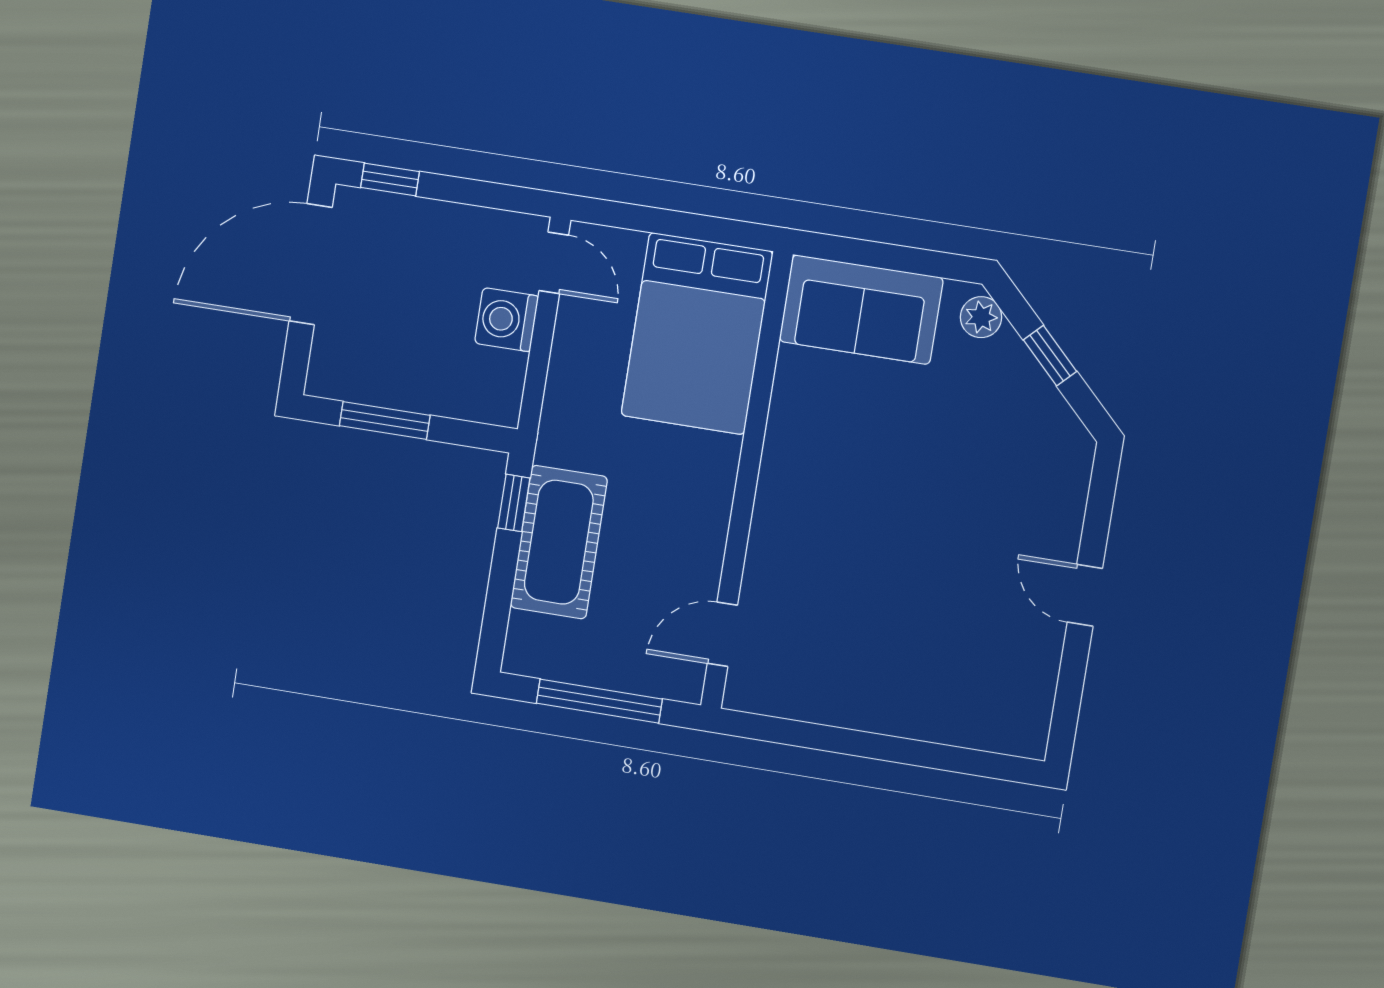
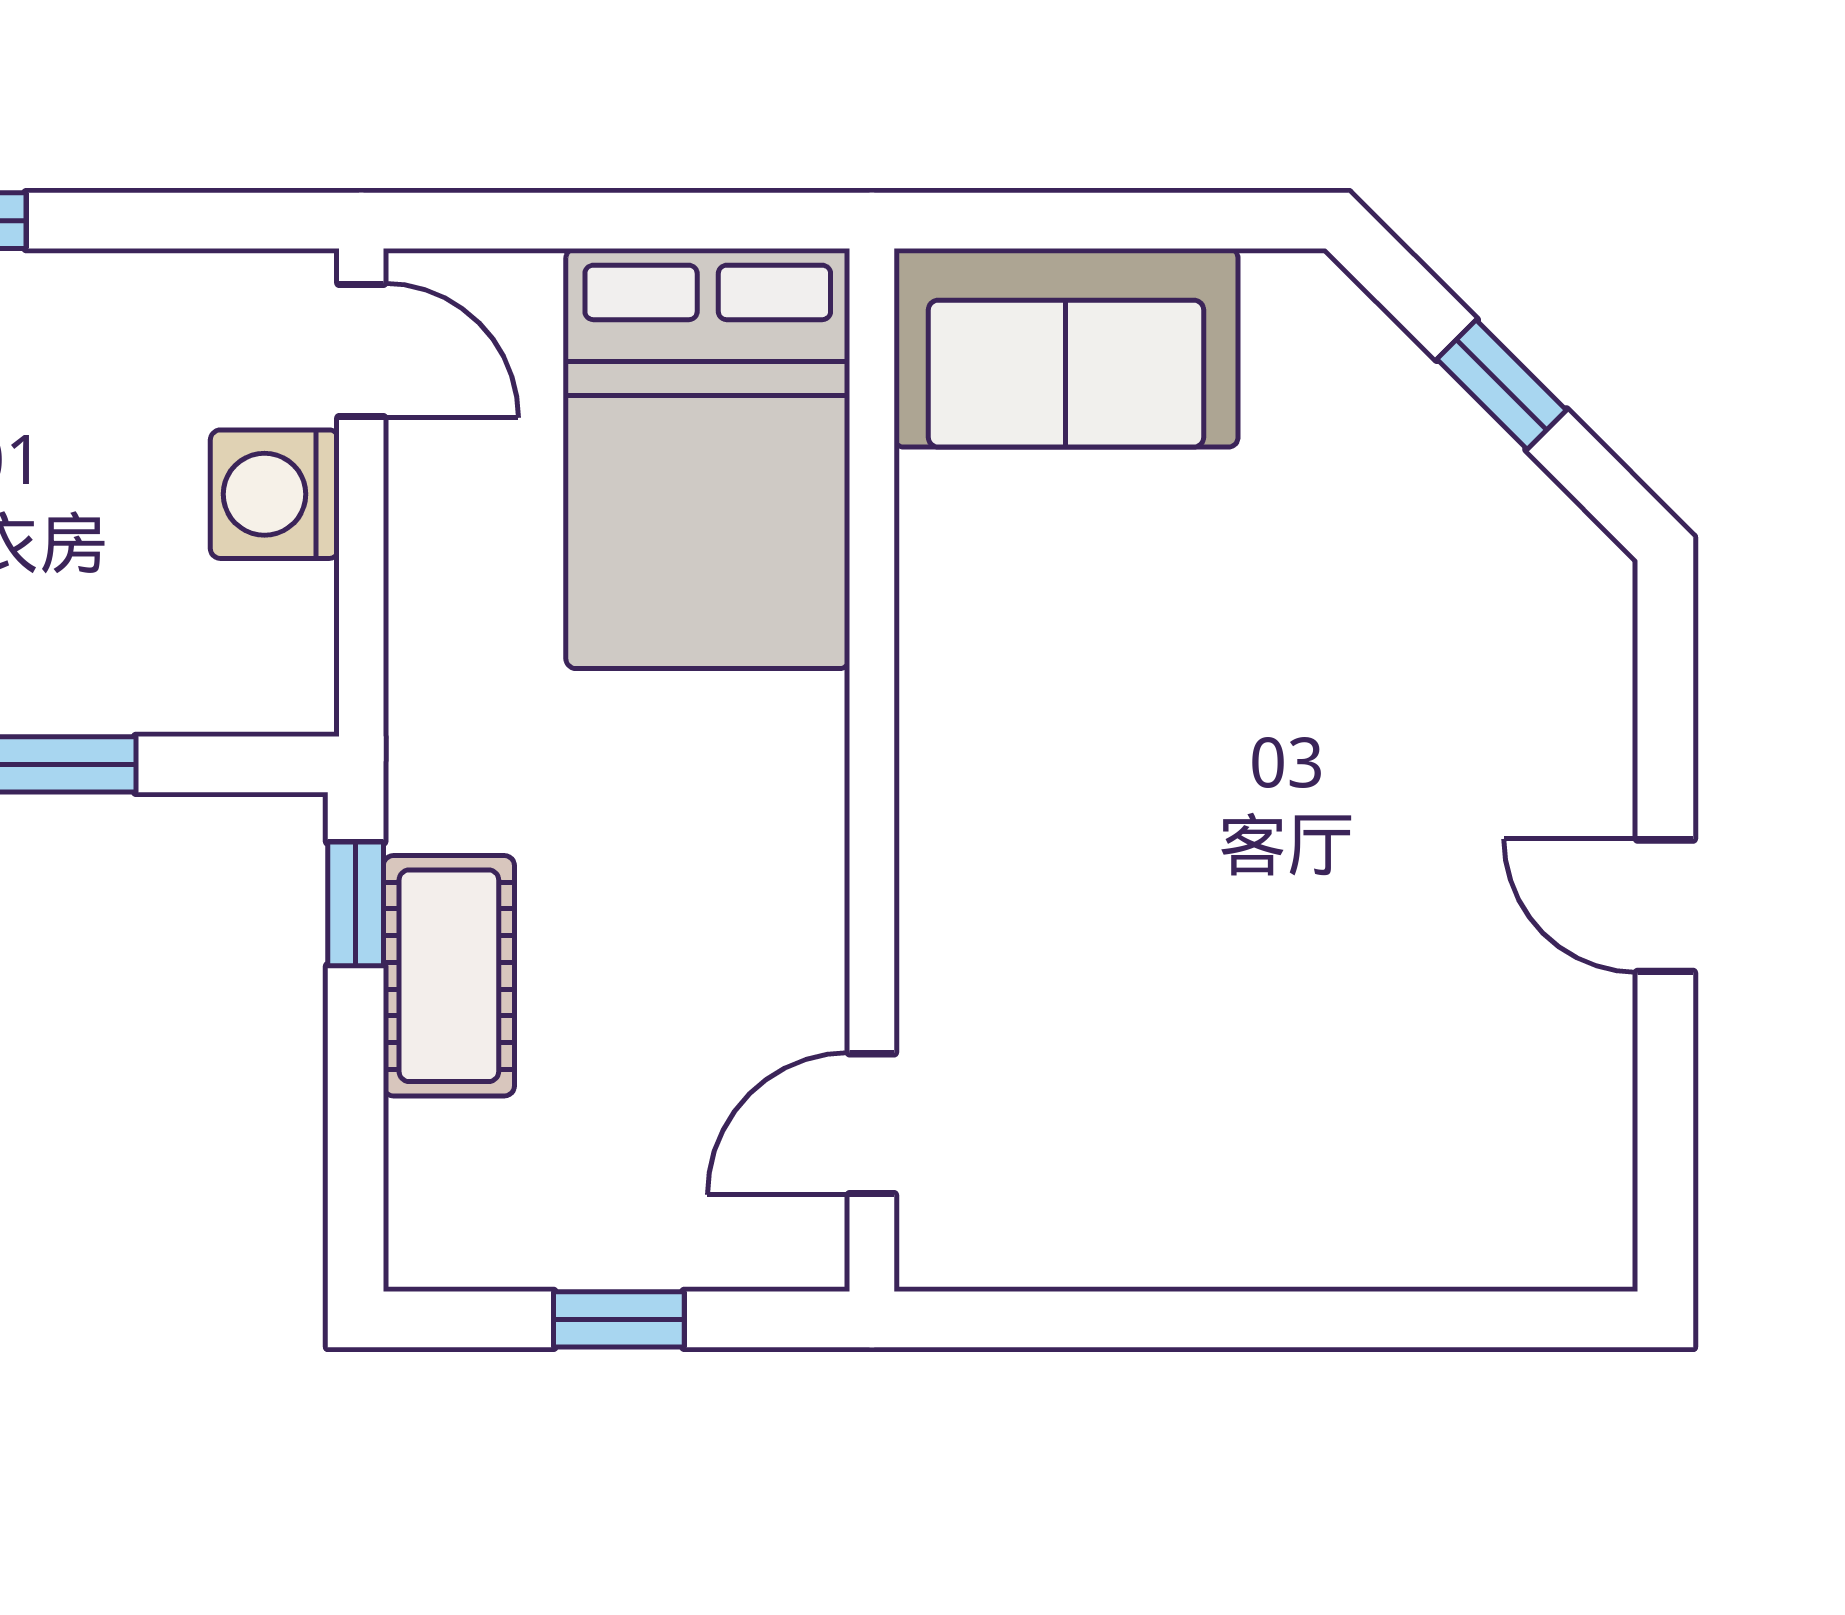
plant: (981, 317) -> (1335, 323), removed
cot: (559, 542) -> (449, 976), width x0.73, depth x0.75
window: (599, 701) -> (619, 1319), width x0.46

